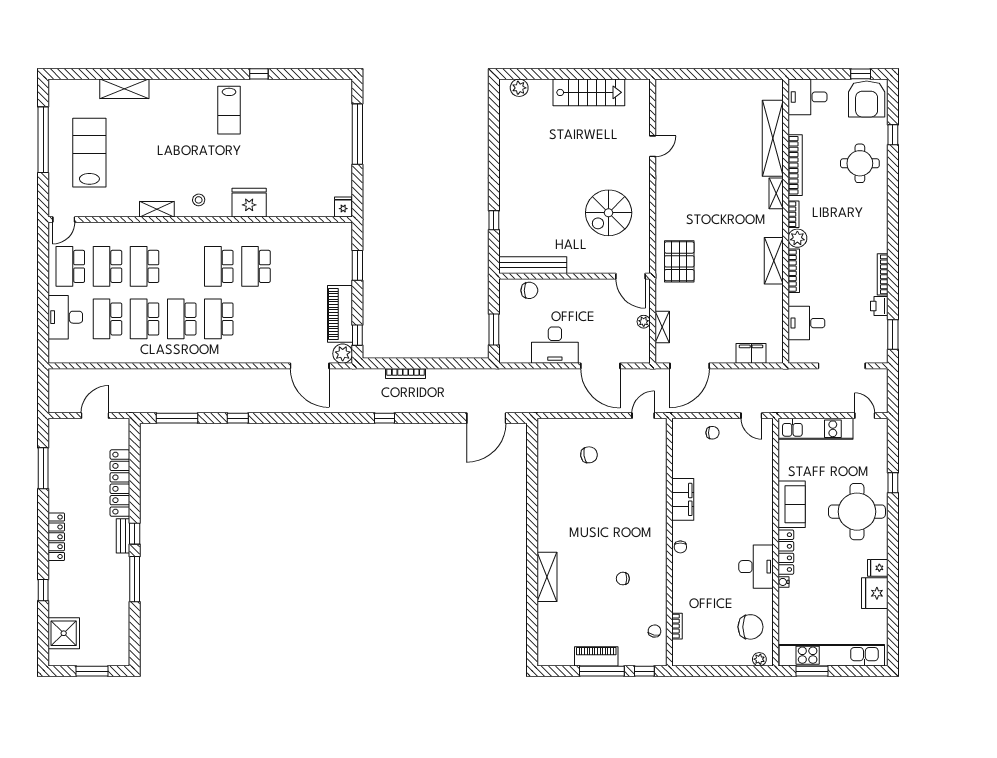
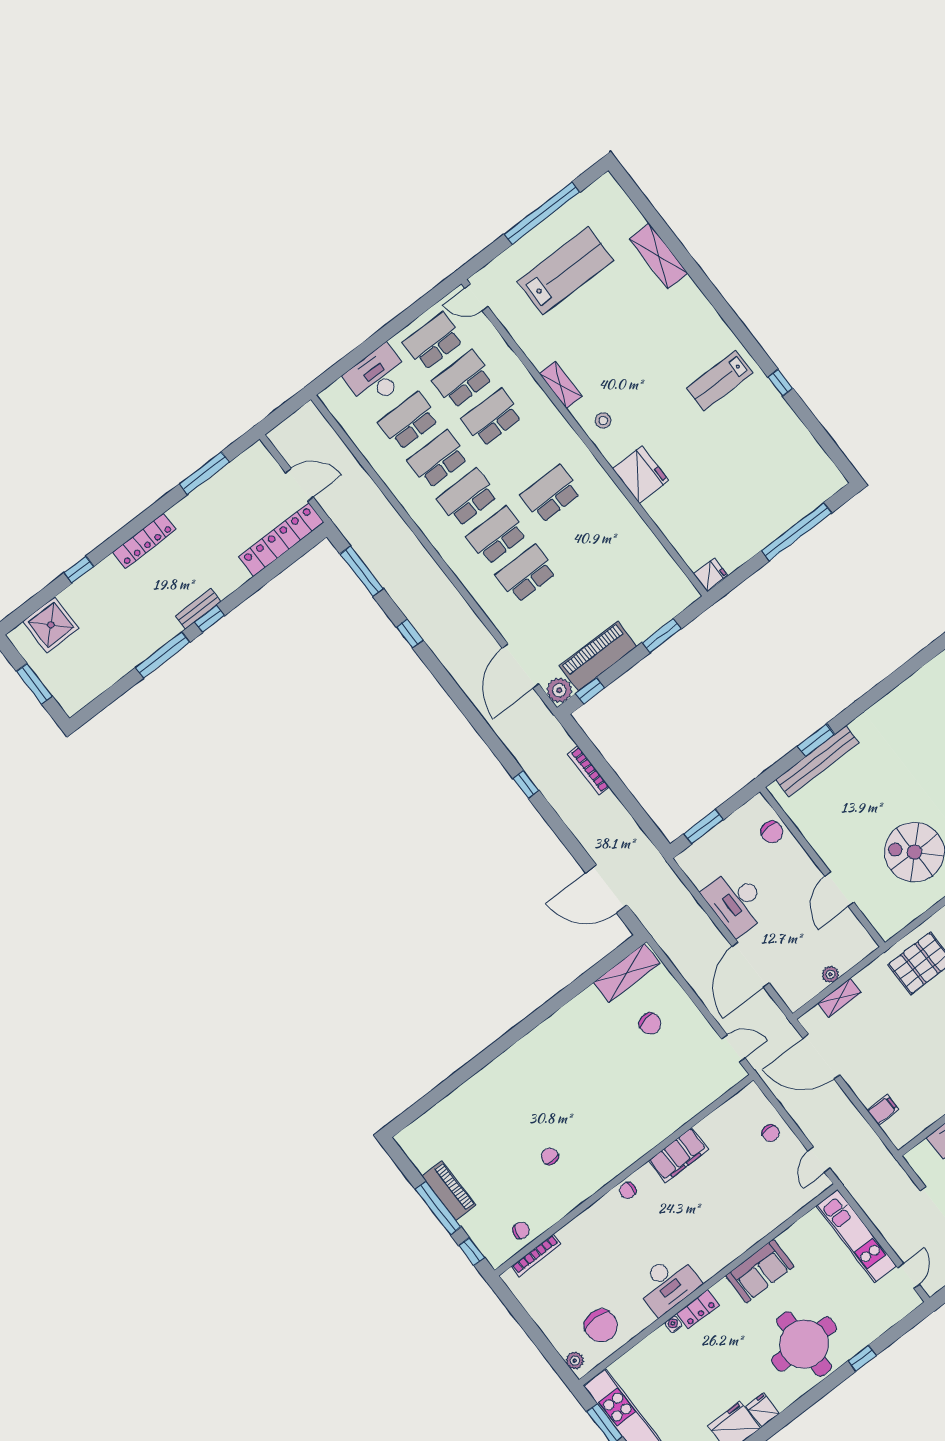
window: (494, 220) -> (816, 740), width x1.50
bench: (533, 265) -> (817, 761), moved, turned 90
school desk: (256, 266) -> (526, 574), moved
door: (630, 276) -> (839, 889), moved
filing cabinet: (751, 353) -> (883, 1110), width x0.50
locker: (120, 483) -> (281, 540), moved
locker: (786, 552) -> (698, 1309), width x0.66
shelving: (547, 577) -> (627, 973), moved
bookcase: (677, 626) -> (536, 1255), width x1.56

